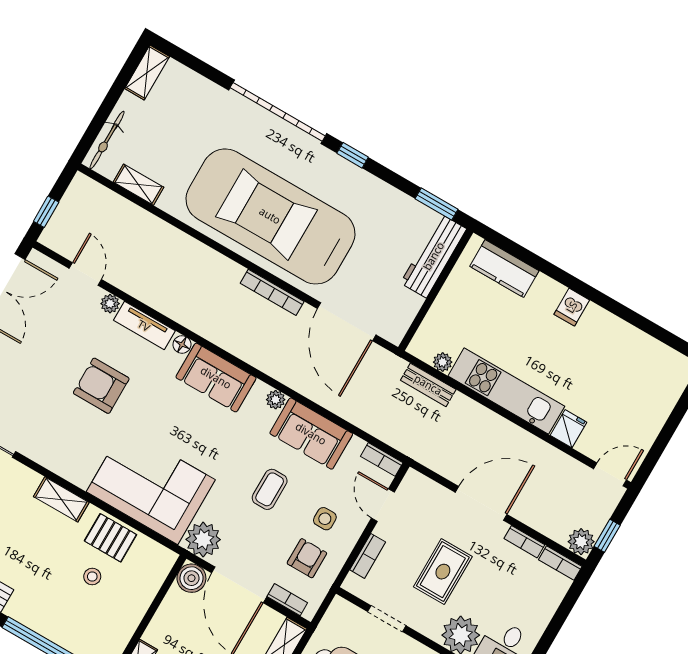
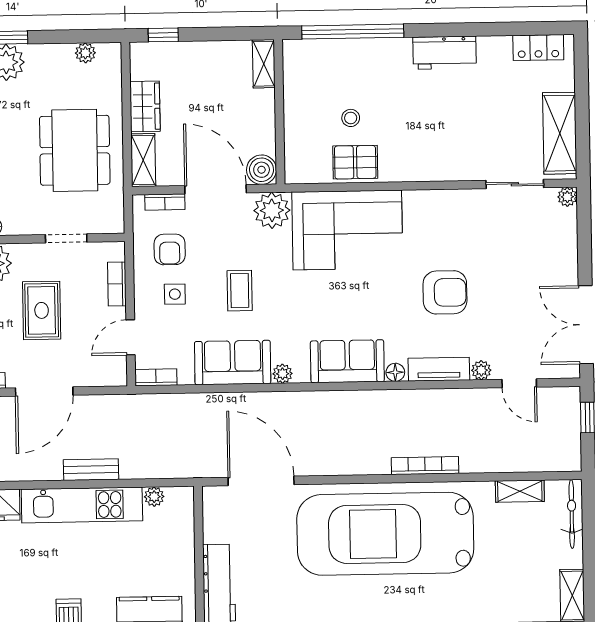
car: (270, 216) -> (385, 534), turned 180
bookcase: (272, 292) -> (425, 466), moved
bench: (428, 385) -> (91, 470), moved
shelving: (61, 499) -> (420, 170), removed
door: (383, 505) -> (131, 337), swing flipped

